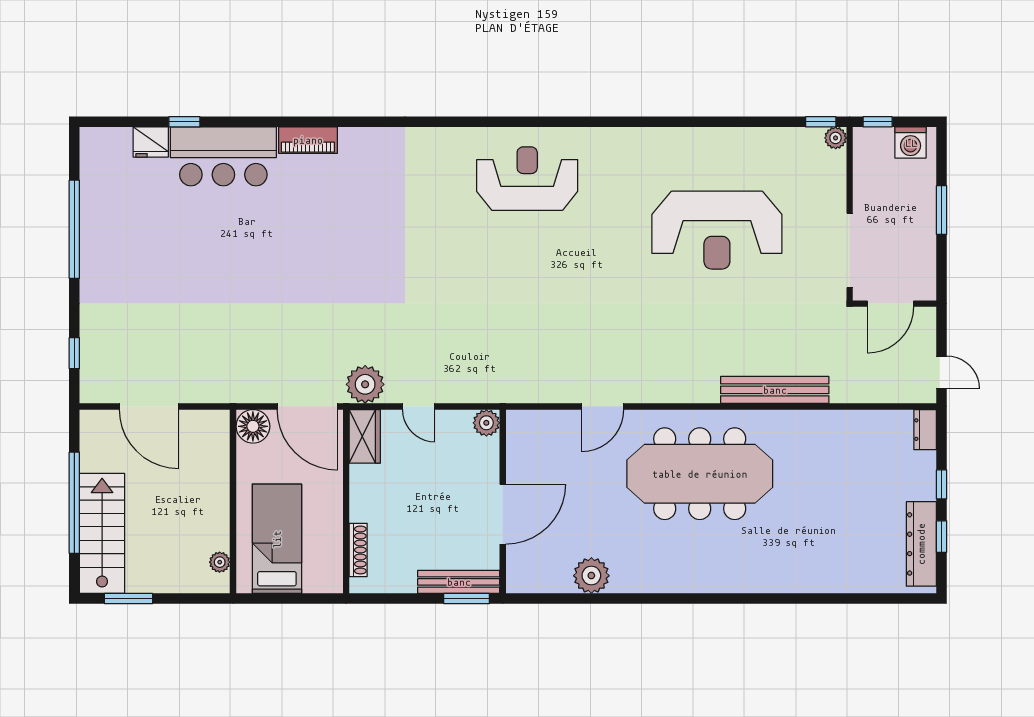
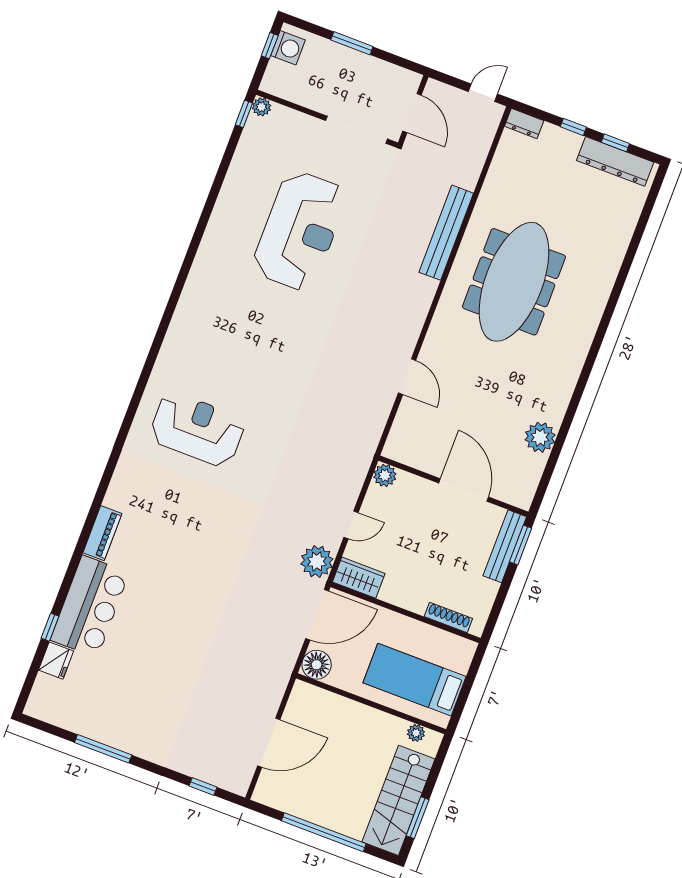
window: (878, 122) -> (270, 46), moved
reception desk: (527, 179) -> (197, 429), moved, turned 90
window: (74, 229) -> (103, 749), width x0.68
meeting table: (700, 474) -> (514, 282), moved
stairs: (102, 533) -> (398, 800), moved, turned -90

